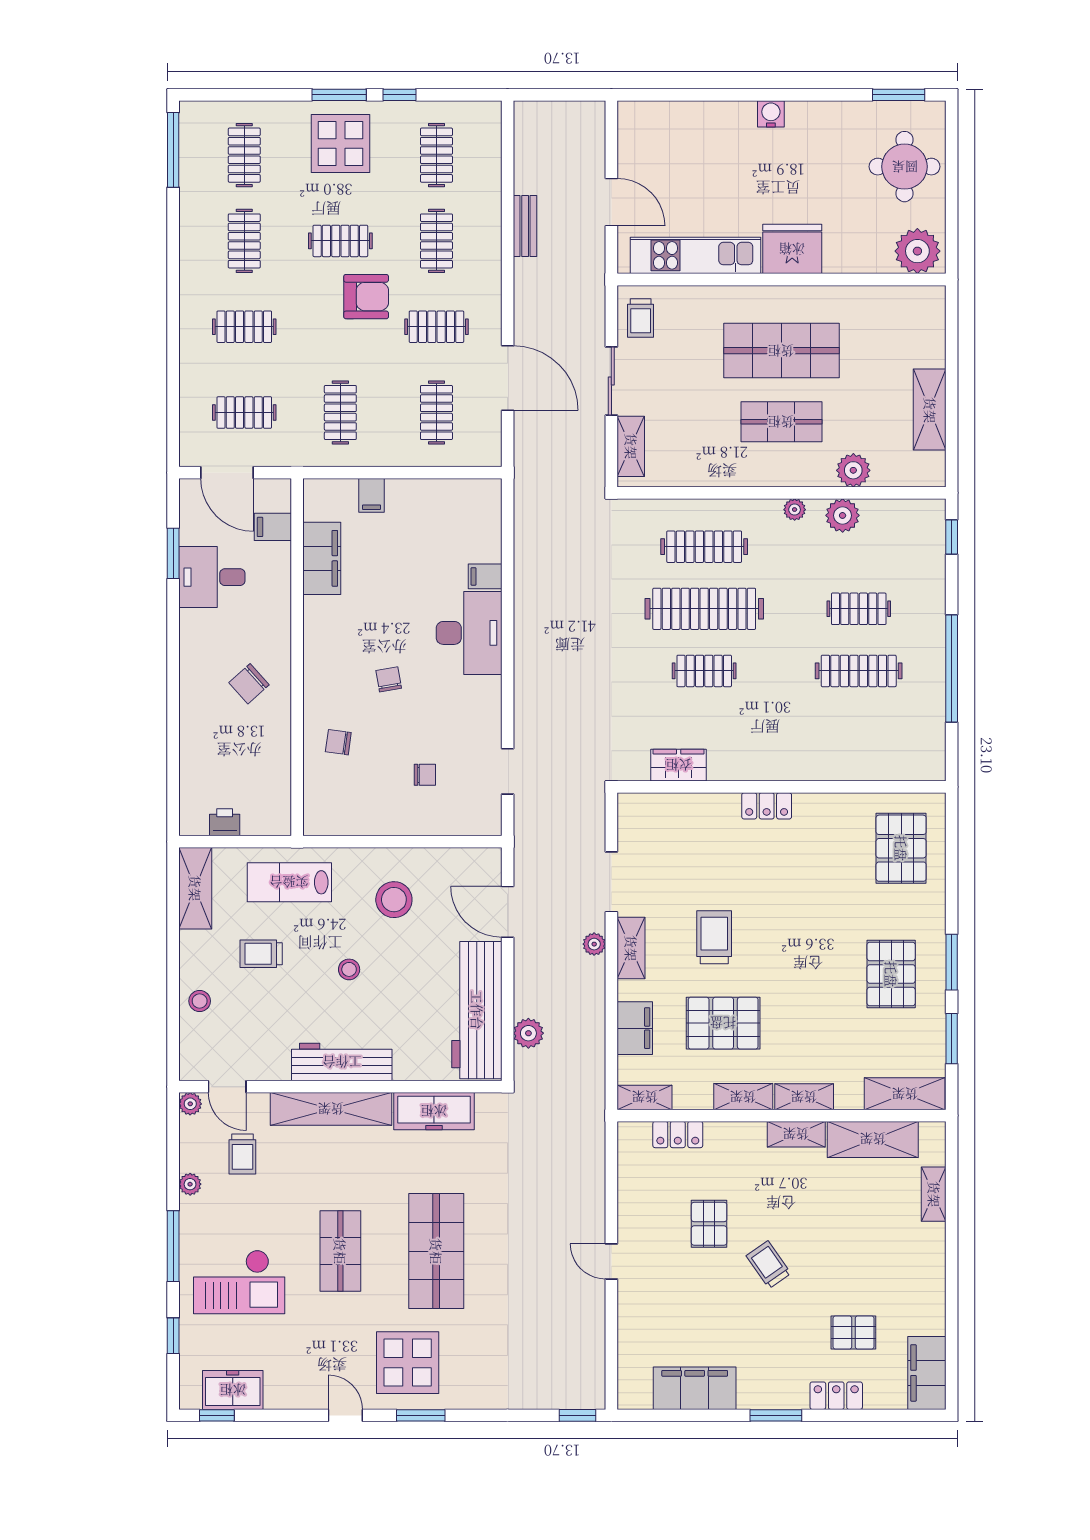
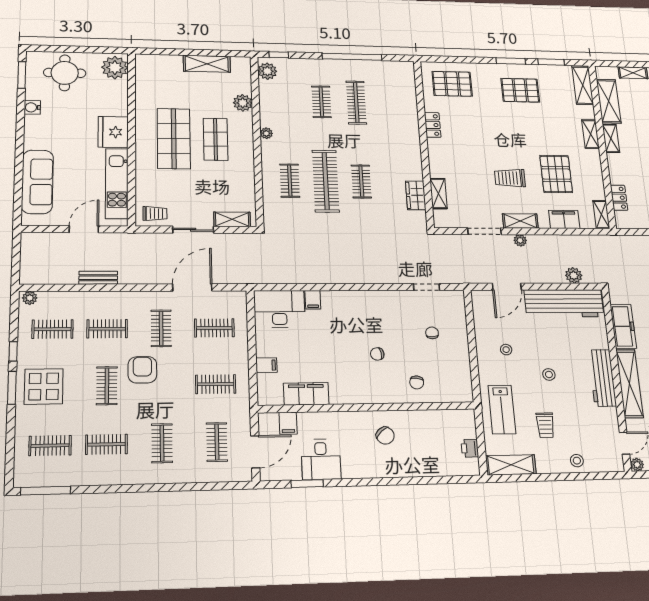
water cooler: (771, 114) -> (32, 107), moved
plant: (490, 118) -> (30, 298), added
sofa: (697, 126) -> (37, 182), added
plant: (843, 515) -> (267, 71), moved
clothes rail: (704, 547) -> (290, 181), width x0.73
desk: (469, 633) -> (279, 309), moved
locker: (767, 806) -> (433, 125), moved
stool: (394, 900) -> (506, 350), width x0.53, depth x0.53
shelving: (743, 1097) -> (438, 194), moved

